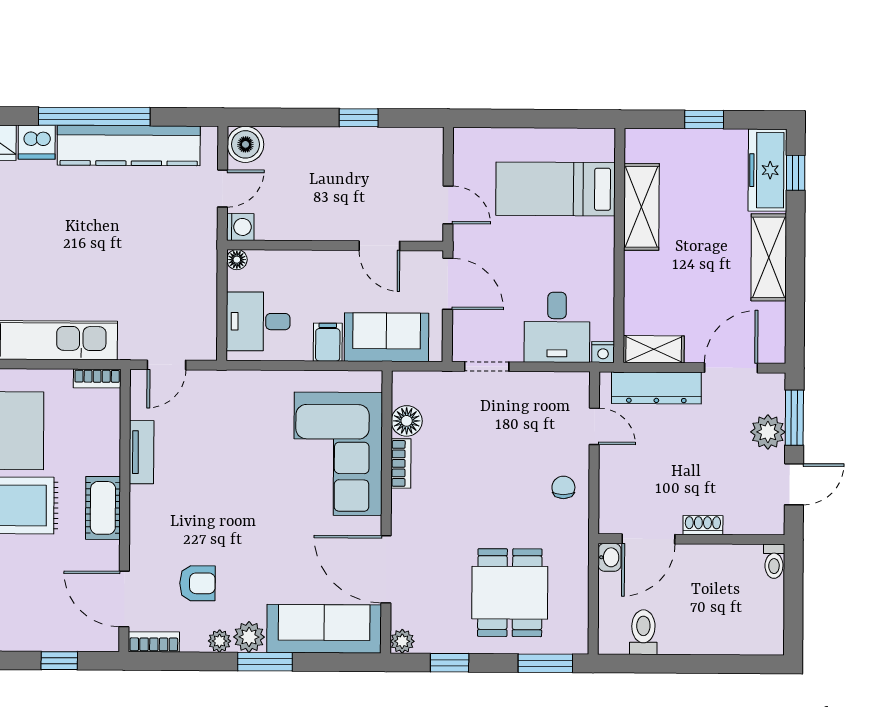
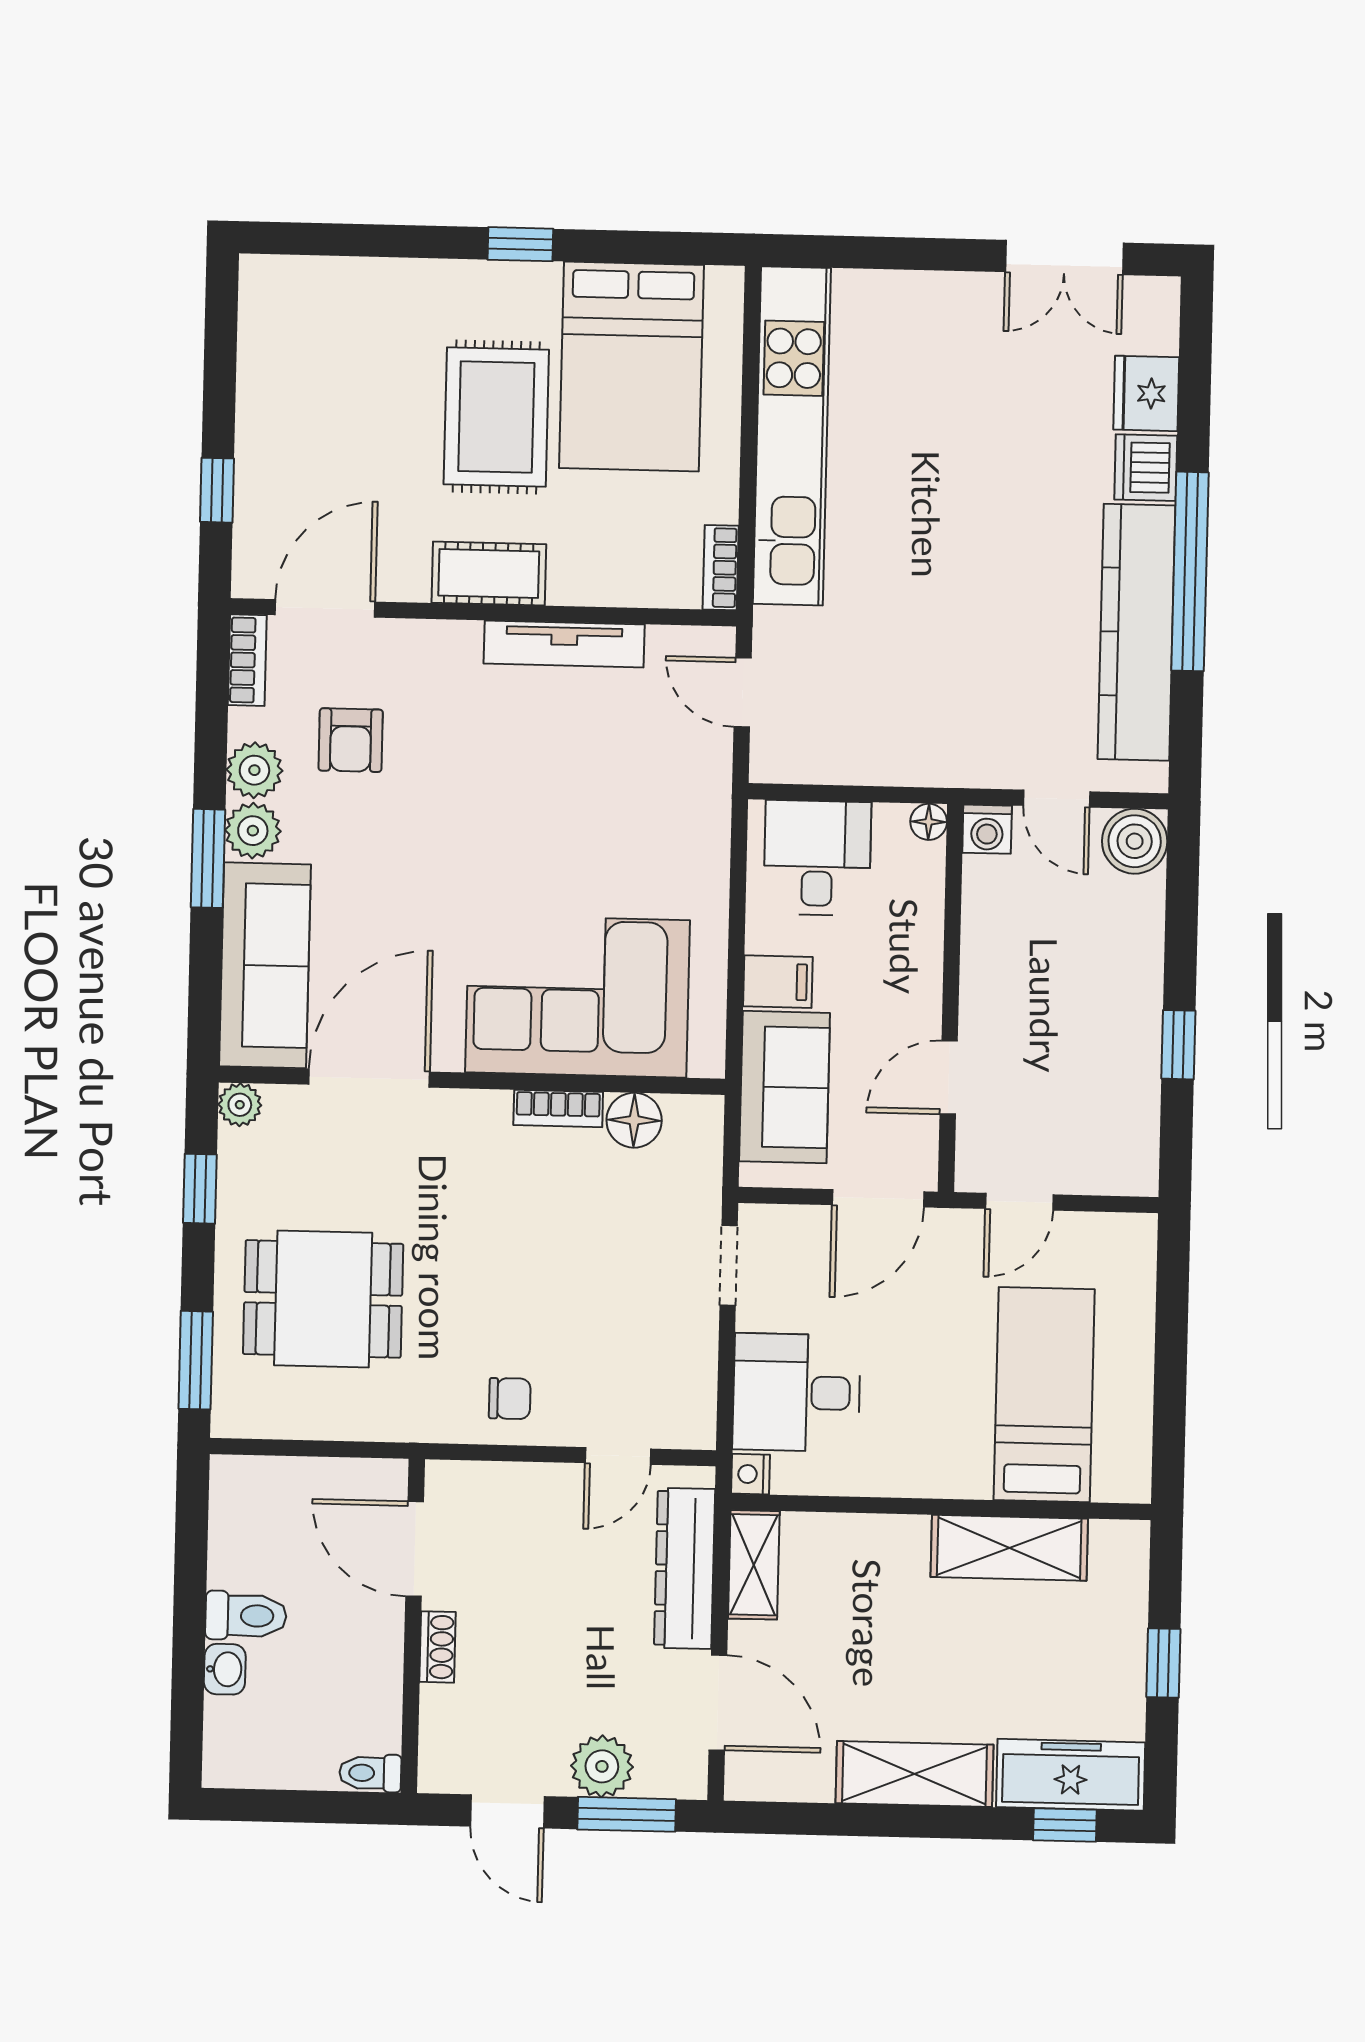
tv unit: (142, 452) -> (564, 644), width x1.41
washbasin: (610, 557) -> (225, 1669), moved, turned -90
toilet: (643, 632) -> (246, 1616), moved
plant: (219, 641) -> (254, 770), width x1.38, depth x1.38

